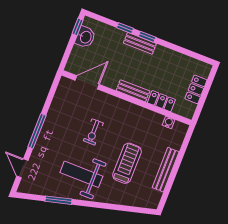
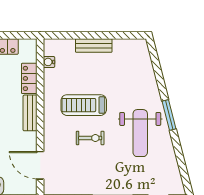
treadmill: (127, 163) -> (84, 105), moved
bench: (166, 170) -> (94, 46), width x0.73
window: (58, 200) -> (169, 115), moved

